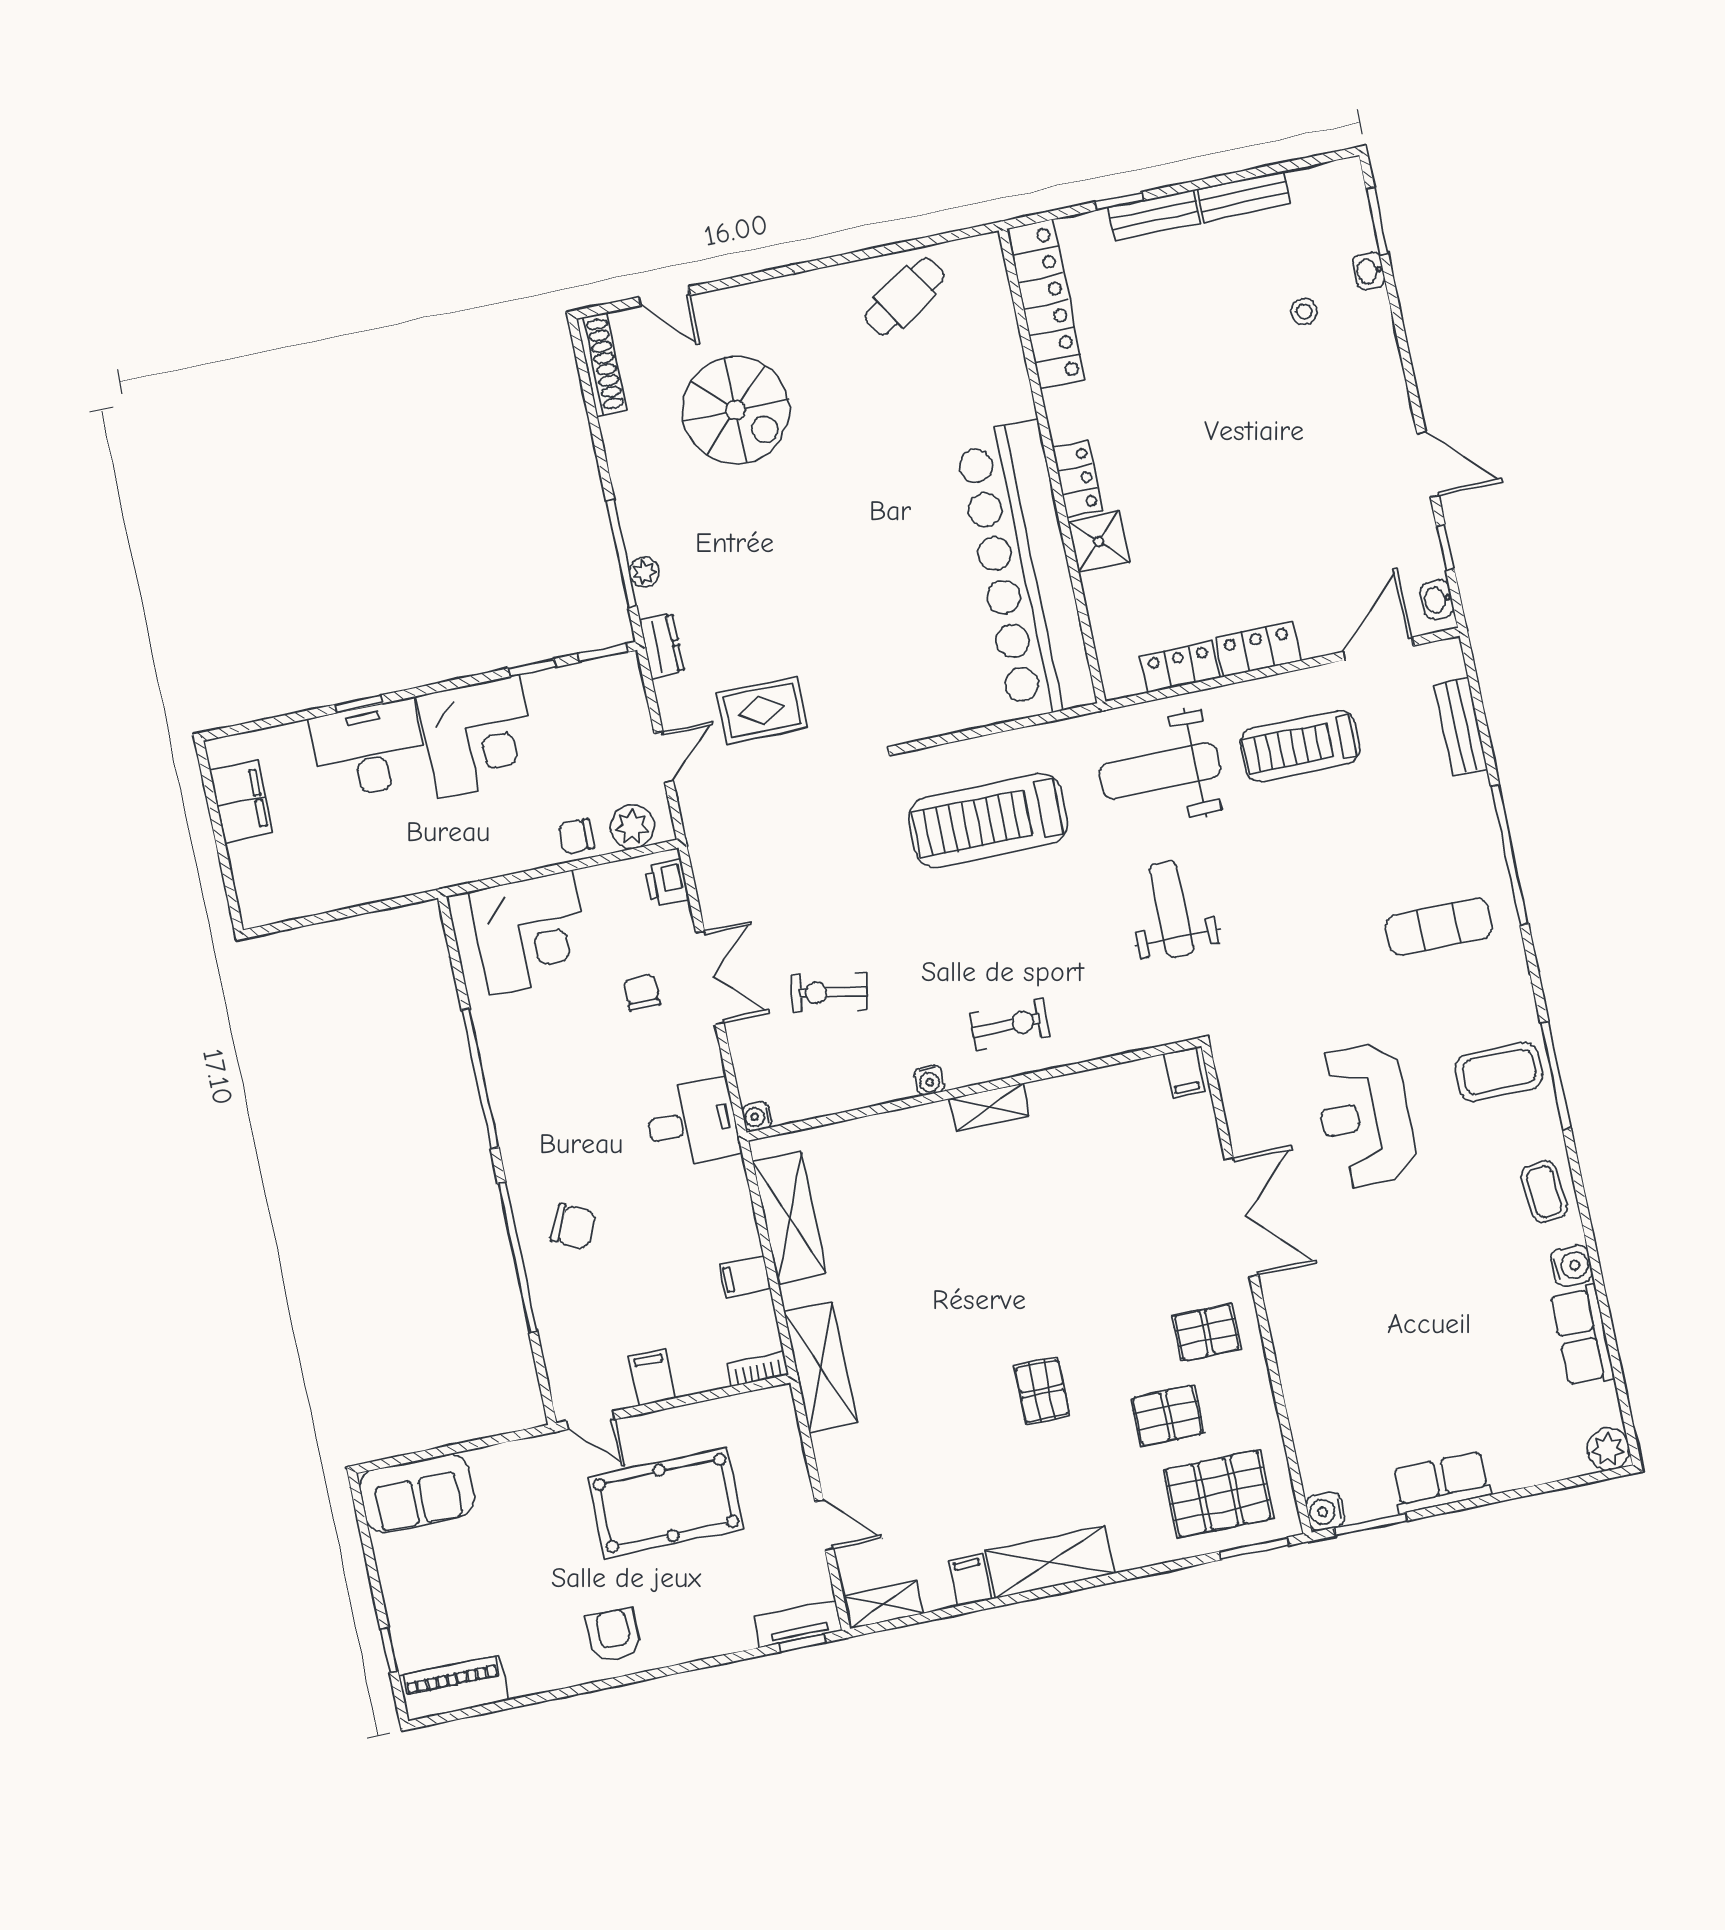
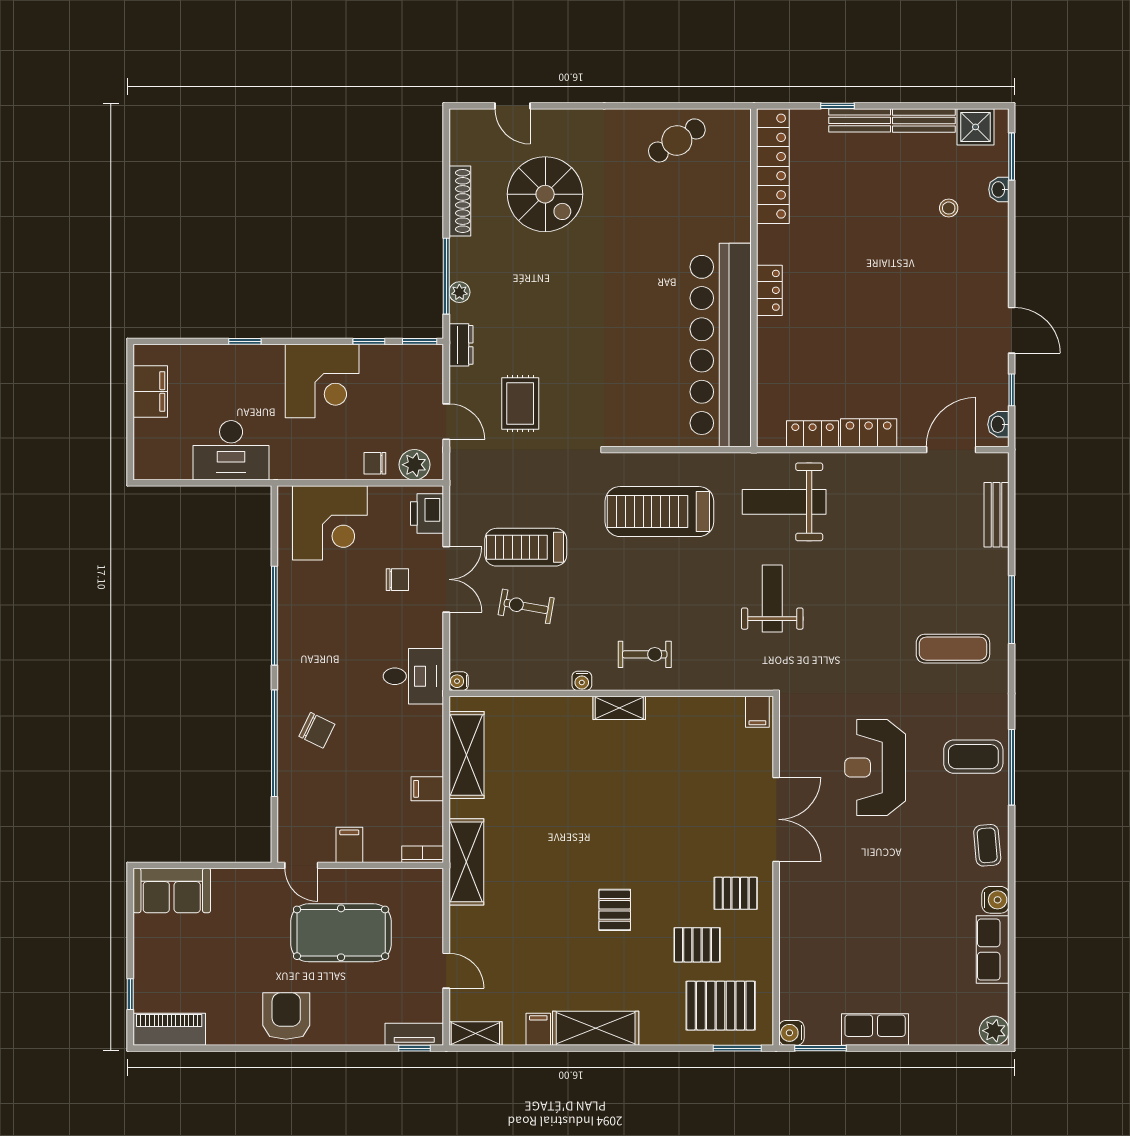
shoe rack: (602, 364) -> (460, 201), moved
shower: (1099, 541) -> (976, 127), moved
rug: (762, 710) -> (520, 403), turned 90
treadmill: (1300, 746) -> (526, 547), moved
desk: (369, 749) -> (231, 450), moved, turned 180
door: (664, 757) -> (446, 422), hinge flipped
window: (1510, 855) -> (1012, 610), width x0.68
printer: (667, 883) -> (427, 513), width x1.36, depth x1.24
chair: (642, 993) -> (397, 580), turned 90
armchair: (614, 1635) -> (286, 1016), width x1.38, depth x1.38

